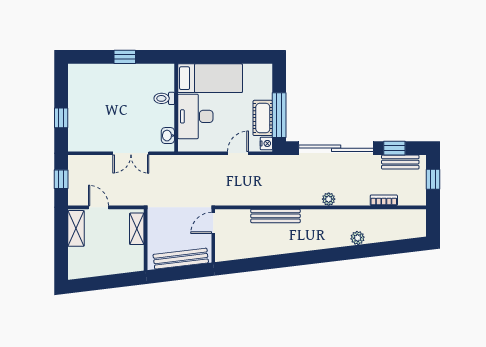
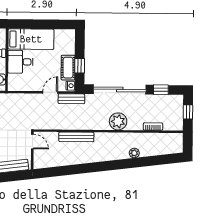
window: (279, 115) -> (80, 66), width x0.46
desk: (195, 116) -> (20, 62), width x0.73
bench: (400, 162) -> (71, 99), moved
plant: (329, 199) -> (118, 121), width x1.88, depth x1.88
door: (213, 223) -> (32, 142), swing flipped

